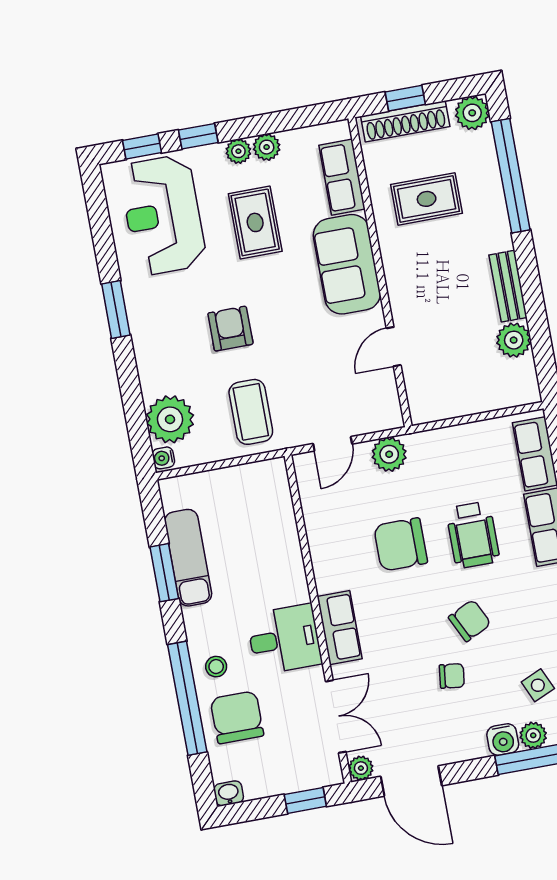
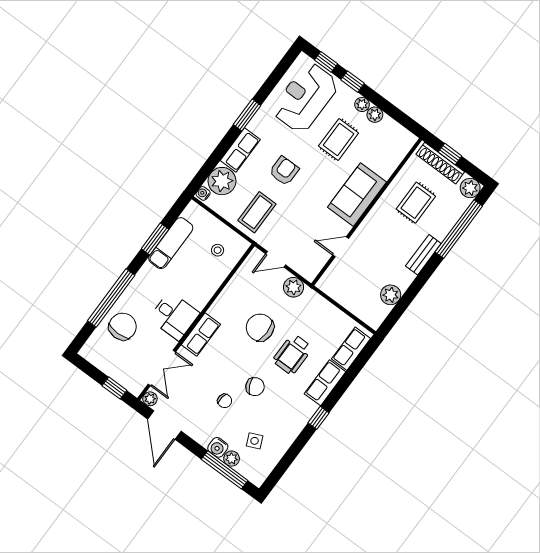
row of seats: (342, 177) -> (240, 150), moved, turned 180
rug: (427, 199) -> (416, 203), turned 90
bench: (508, 286) -> (423, 255), moved
stool: (216, 667) -> (218, 250), moved
washbasin: (229, 793) -> (87, 353), removed

